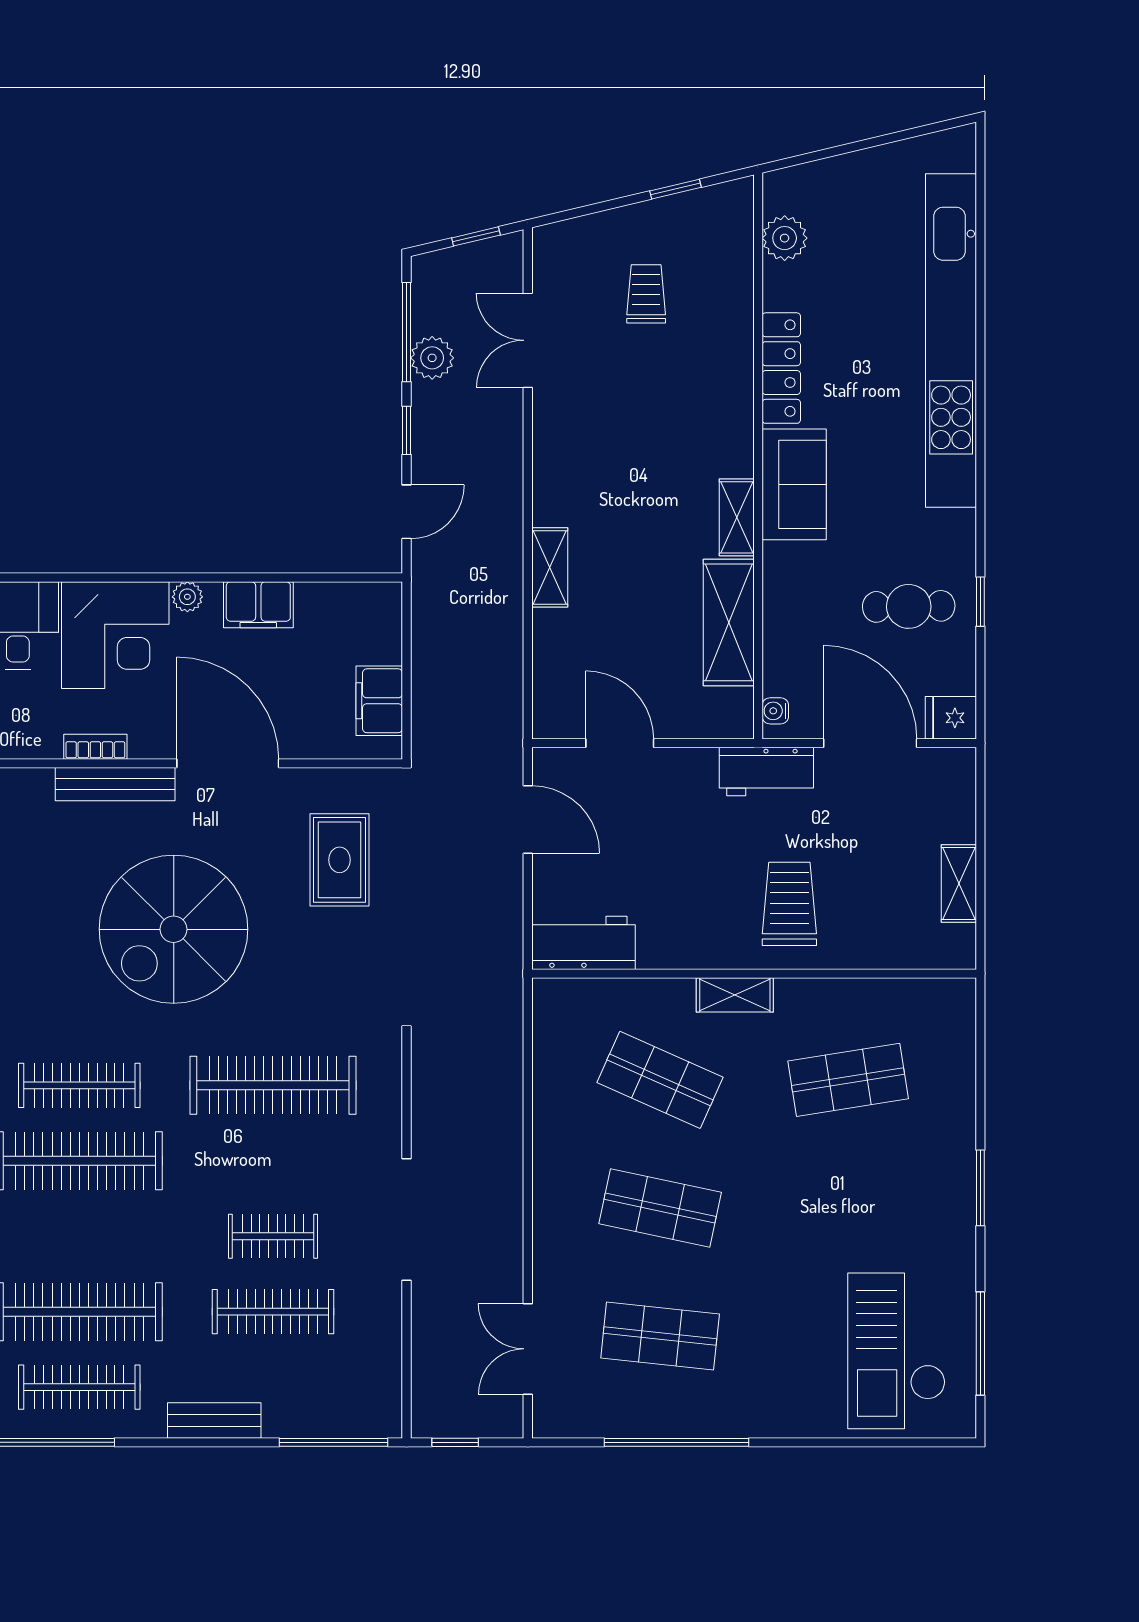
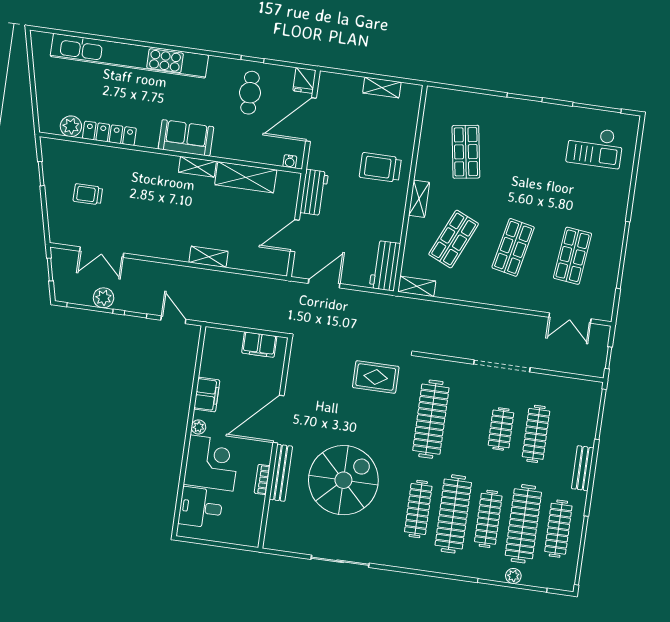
locker: (781, 368) -> (109, 133), moved
workbench: (766, 772) -> (314, 192), moved
rug: (340, 860) -> (376, 377), moved
spiral stairs: (174, 929) -> (343, 480), moved, turned -90
shelving: (549, 1016) -> (417, 286), added
clothes rail: (79, 1236) -> (488, 519), added
checkout: (897, 1351) -> (595, 147), width x0.73, depth x0.83

